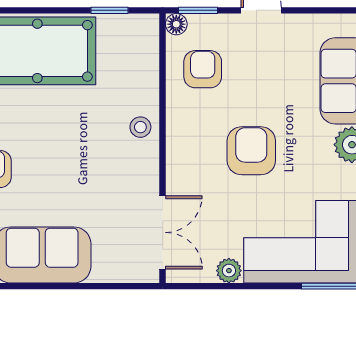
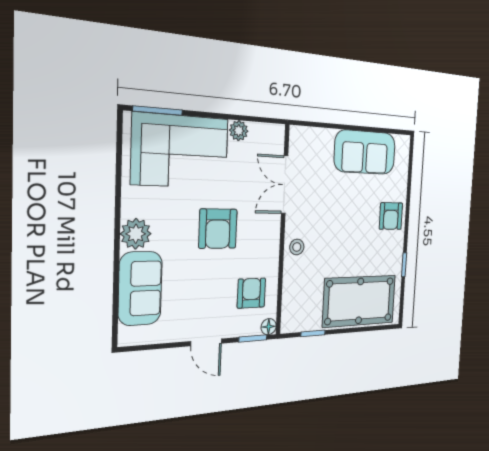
armchair: (203, 69) -> (251, 293), turned 180
double door: (163, 232) -> (285, 185), moved

